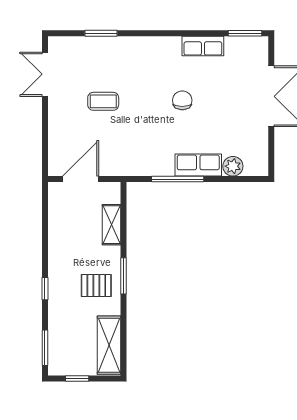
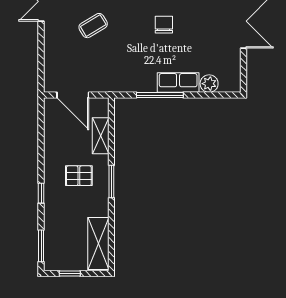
coffee table: (103, 101) -> (93, 26), turned -31
door: (81, 179) -> (73, 95), swing flipped
pallet: (96, 286) -> (79, 176), moved

